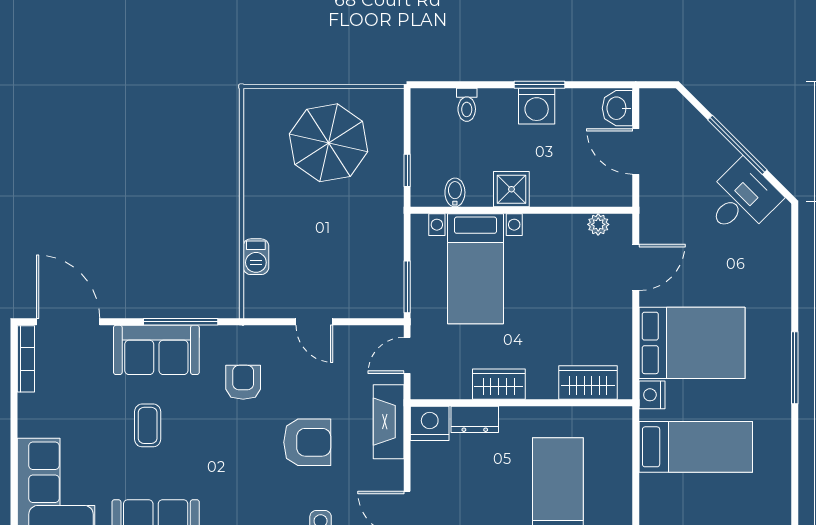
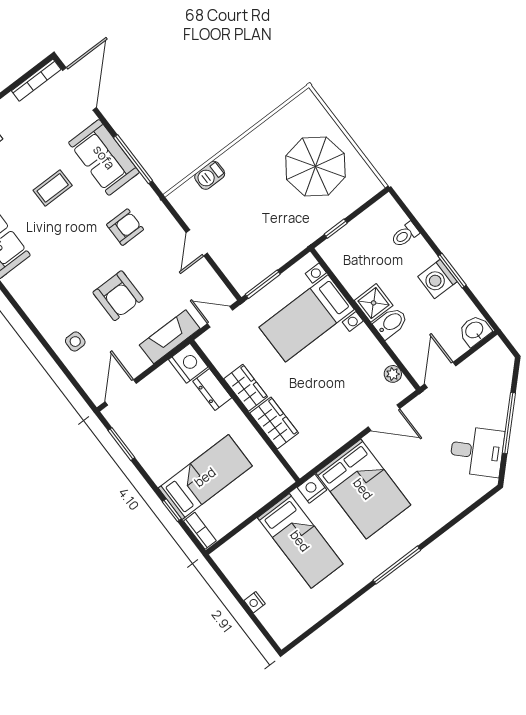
door: (636, 151) -> (440, 375), moved
bidet: (455, 192) -> (391, 323), moved, width x1.38, depth x1.36
wardrobe: (588, 382) -> (274, 423), moved

